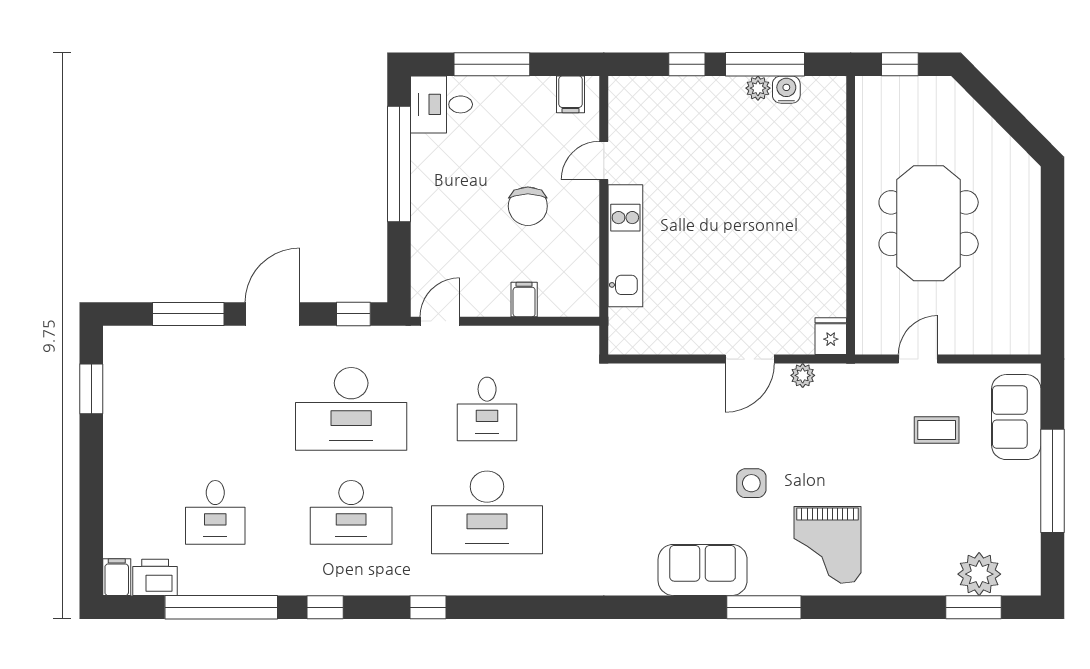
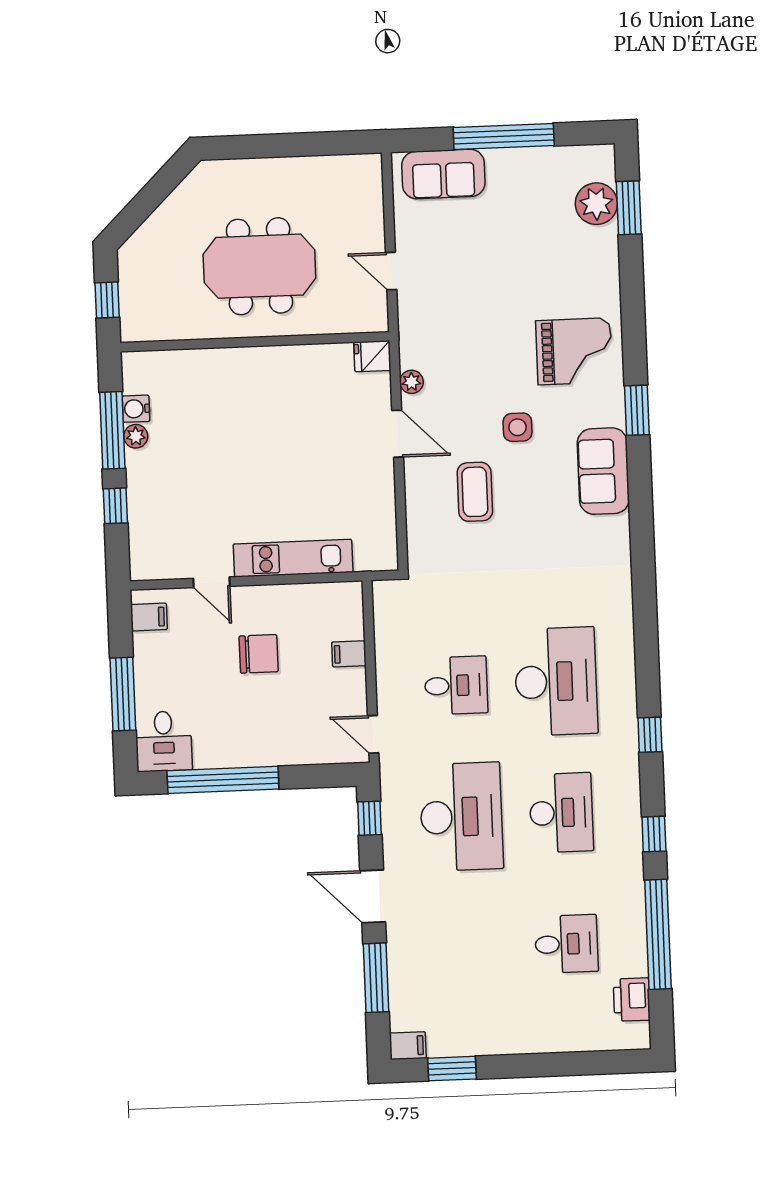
coffee table: (937, 430) -> (475, 492), moved, width x1.36, depth x1.30
filing cabinet: (117, 577) -> (408, 1046), moved, turned 180
window: (764, 607) -> (637, 410), width x0.69

